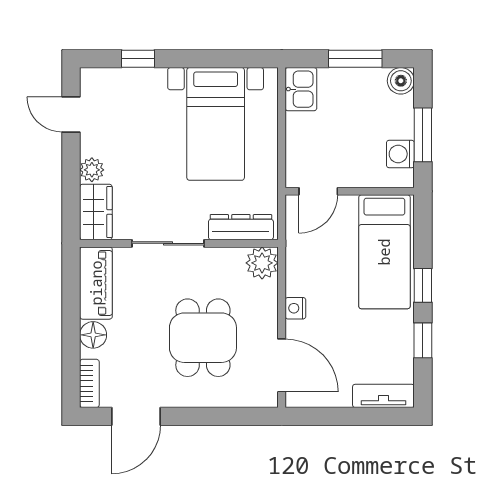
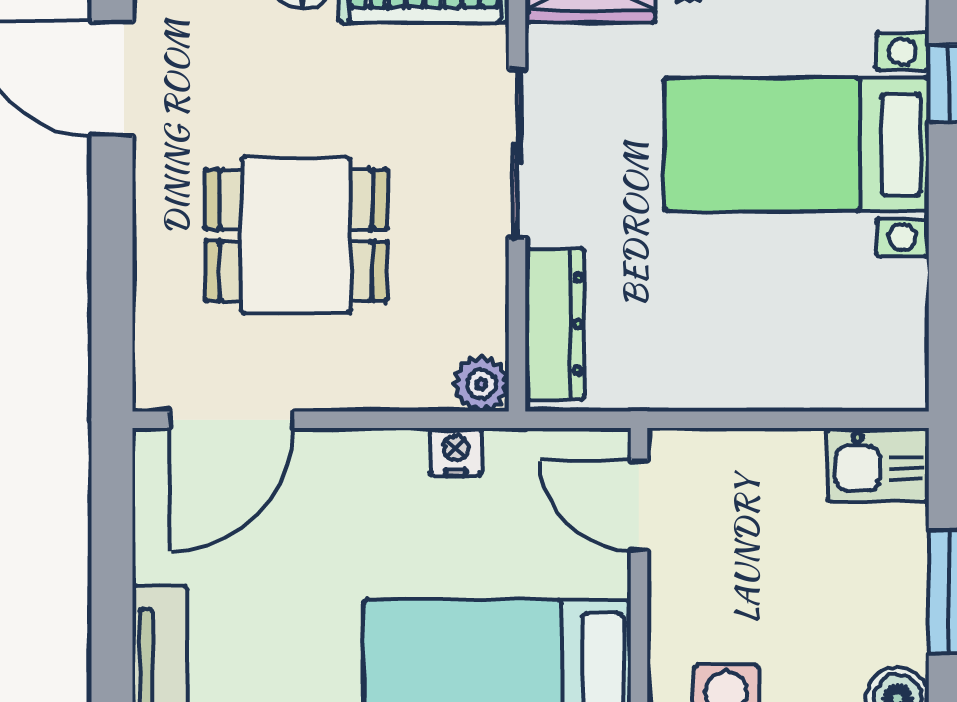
bed with nightstands: (216, 124) -> (797, 145), moved
plant: (262, 263) -> (481, 384), width x0.73, depth x0.73
nightstand: (295, 308) -> (456, 452), moved

